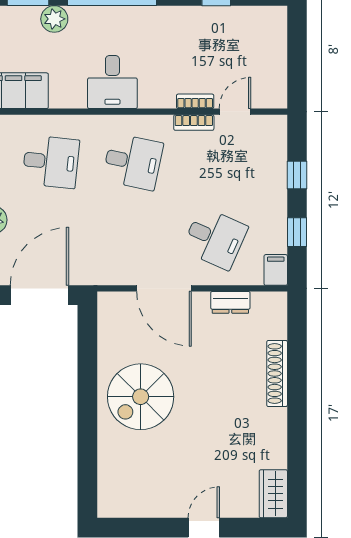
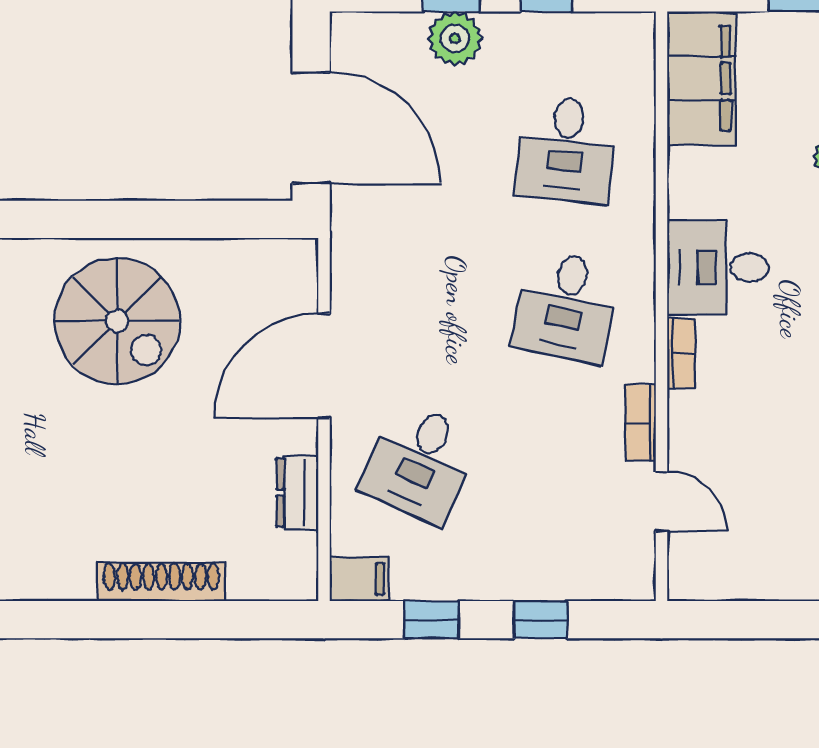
bookcase: (195, 101) -> (681, 354), moved
spiral stairs: (141, 397) -> (117, 321), turned 180

